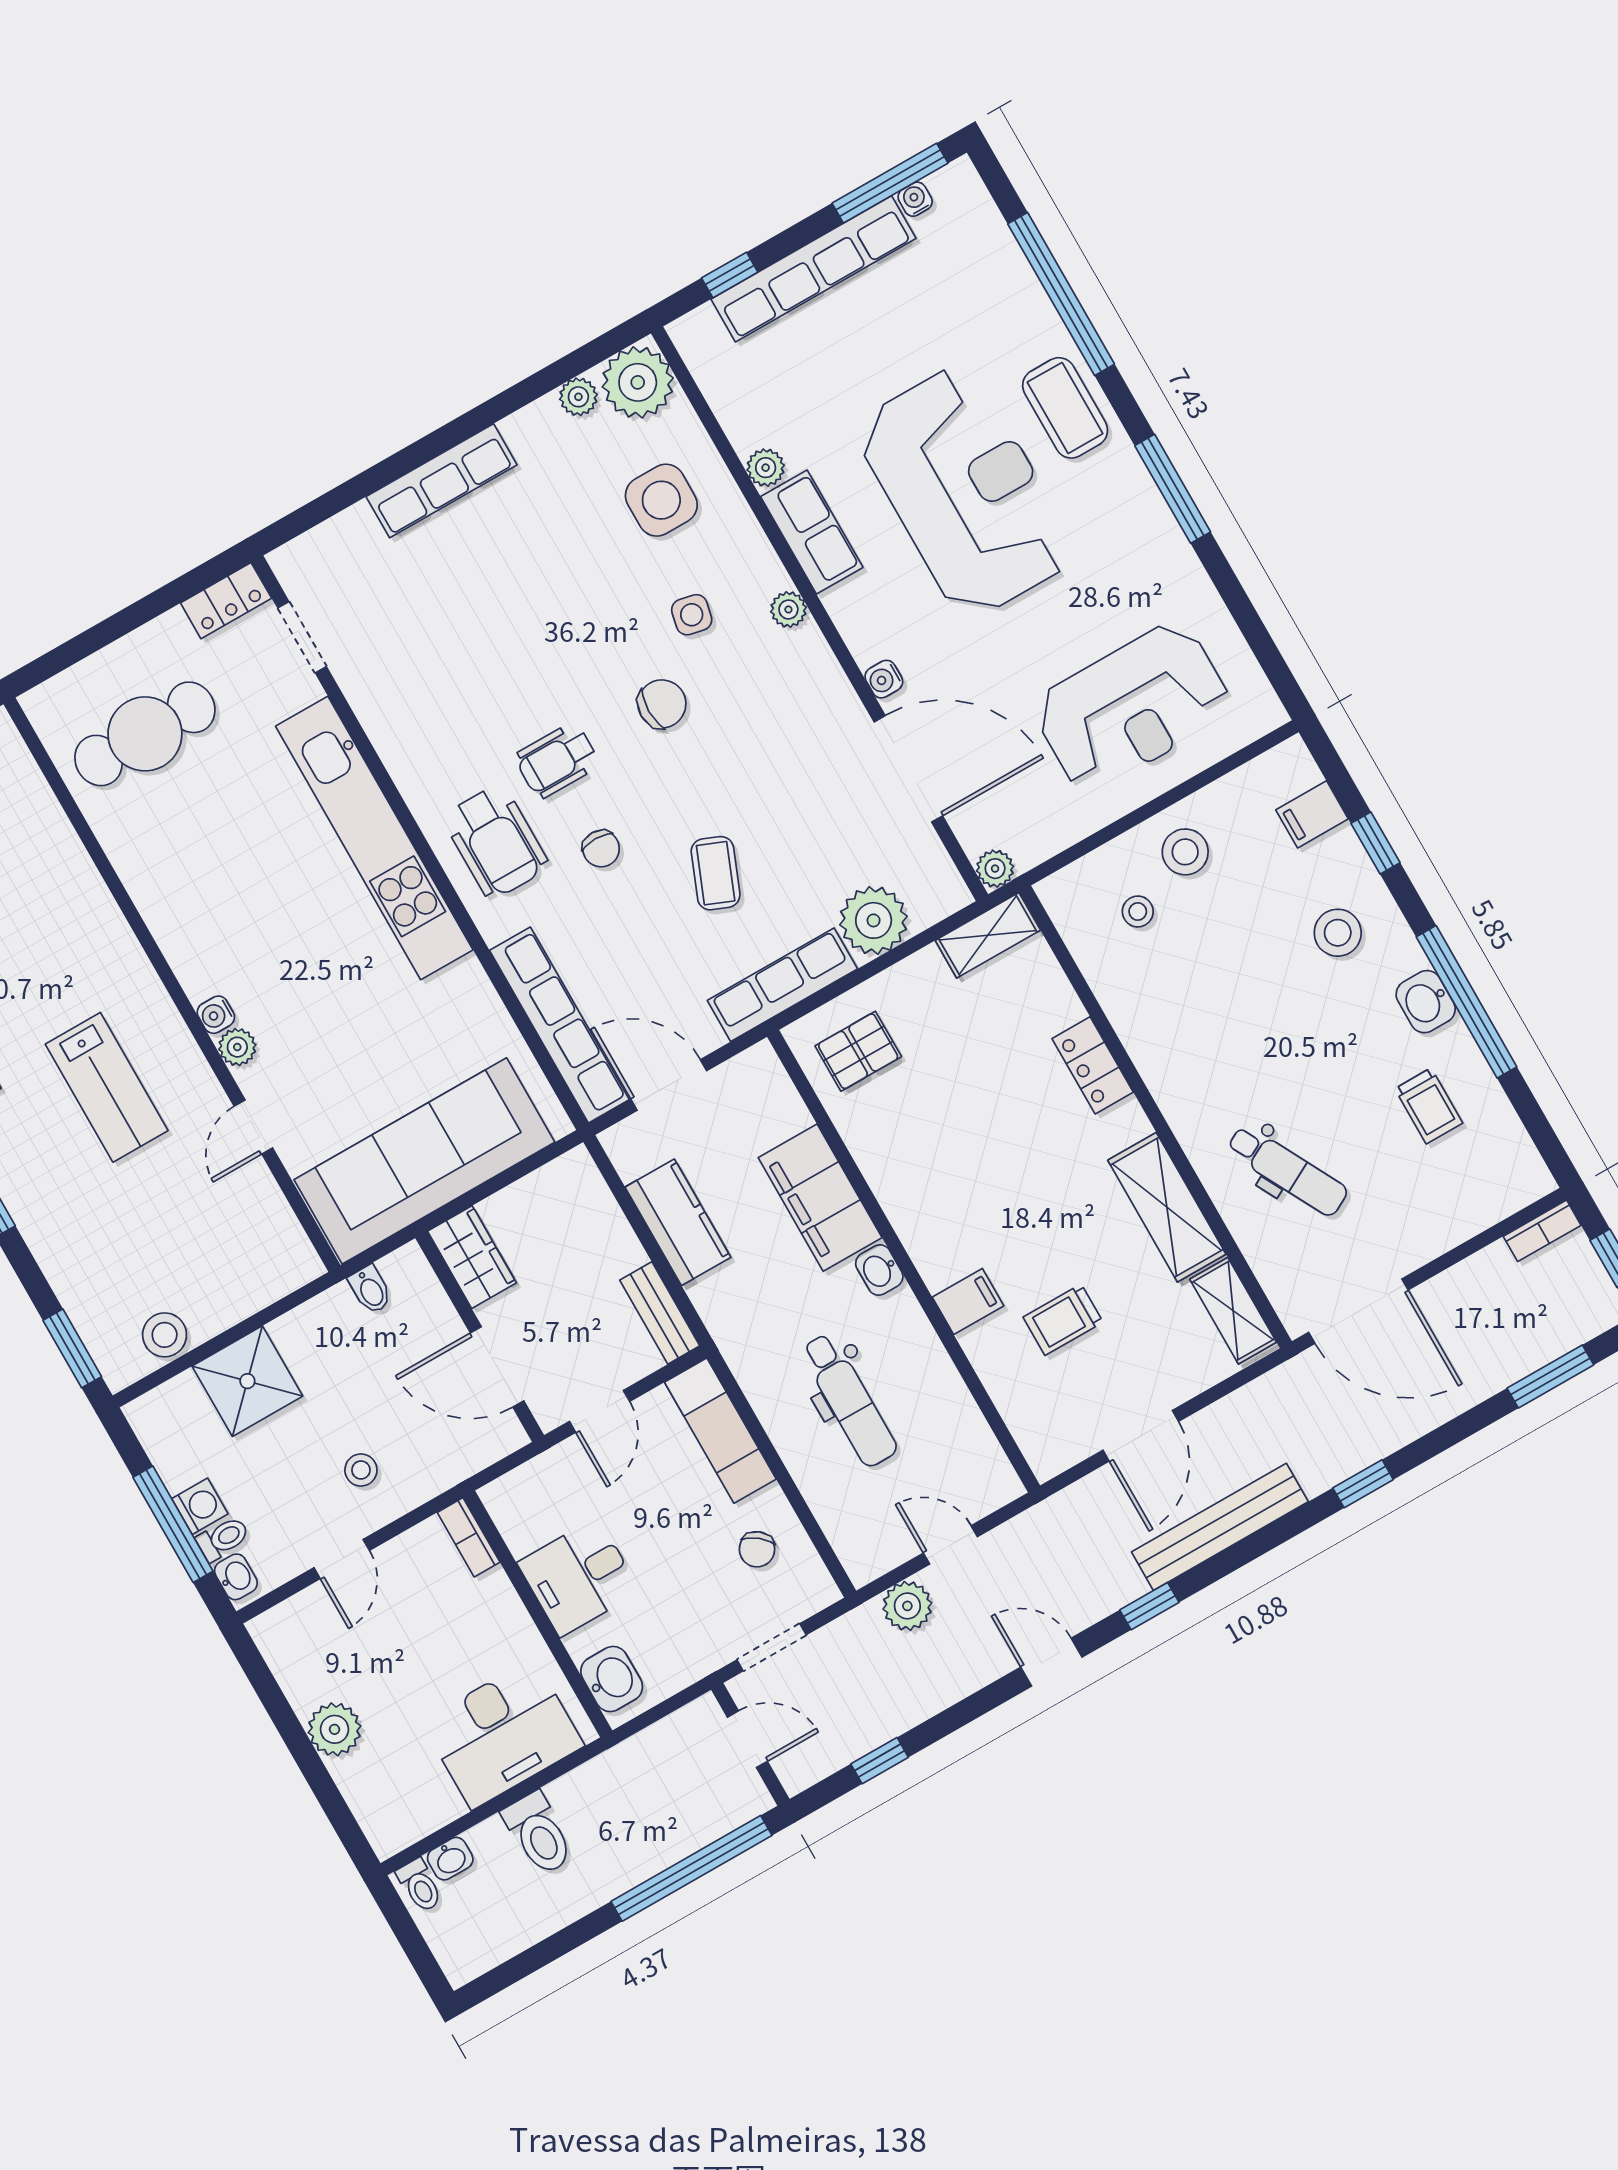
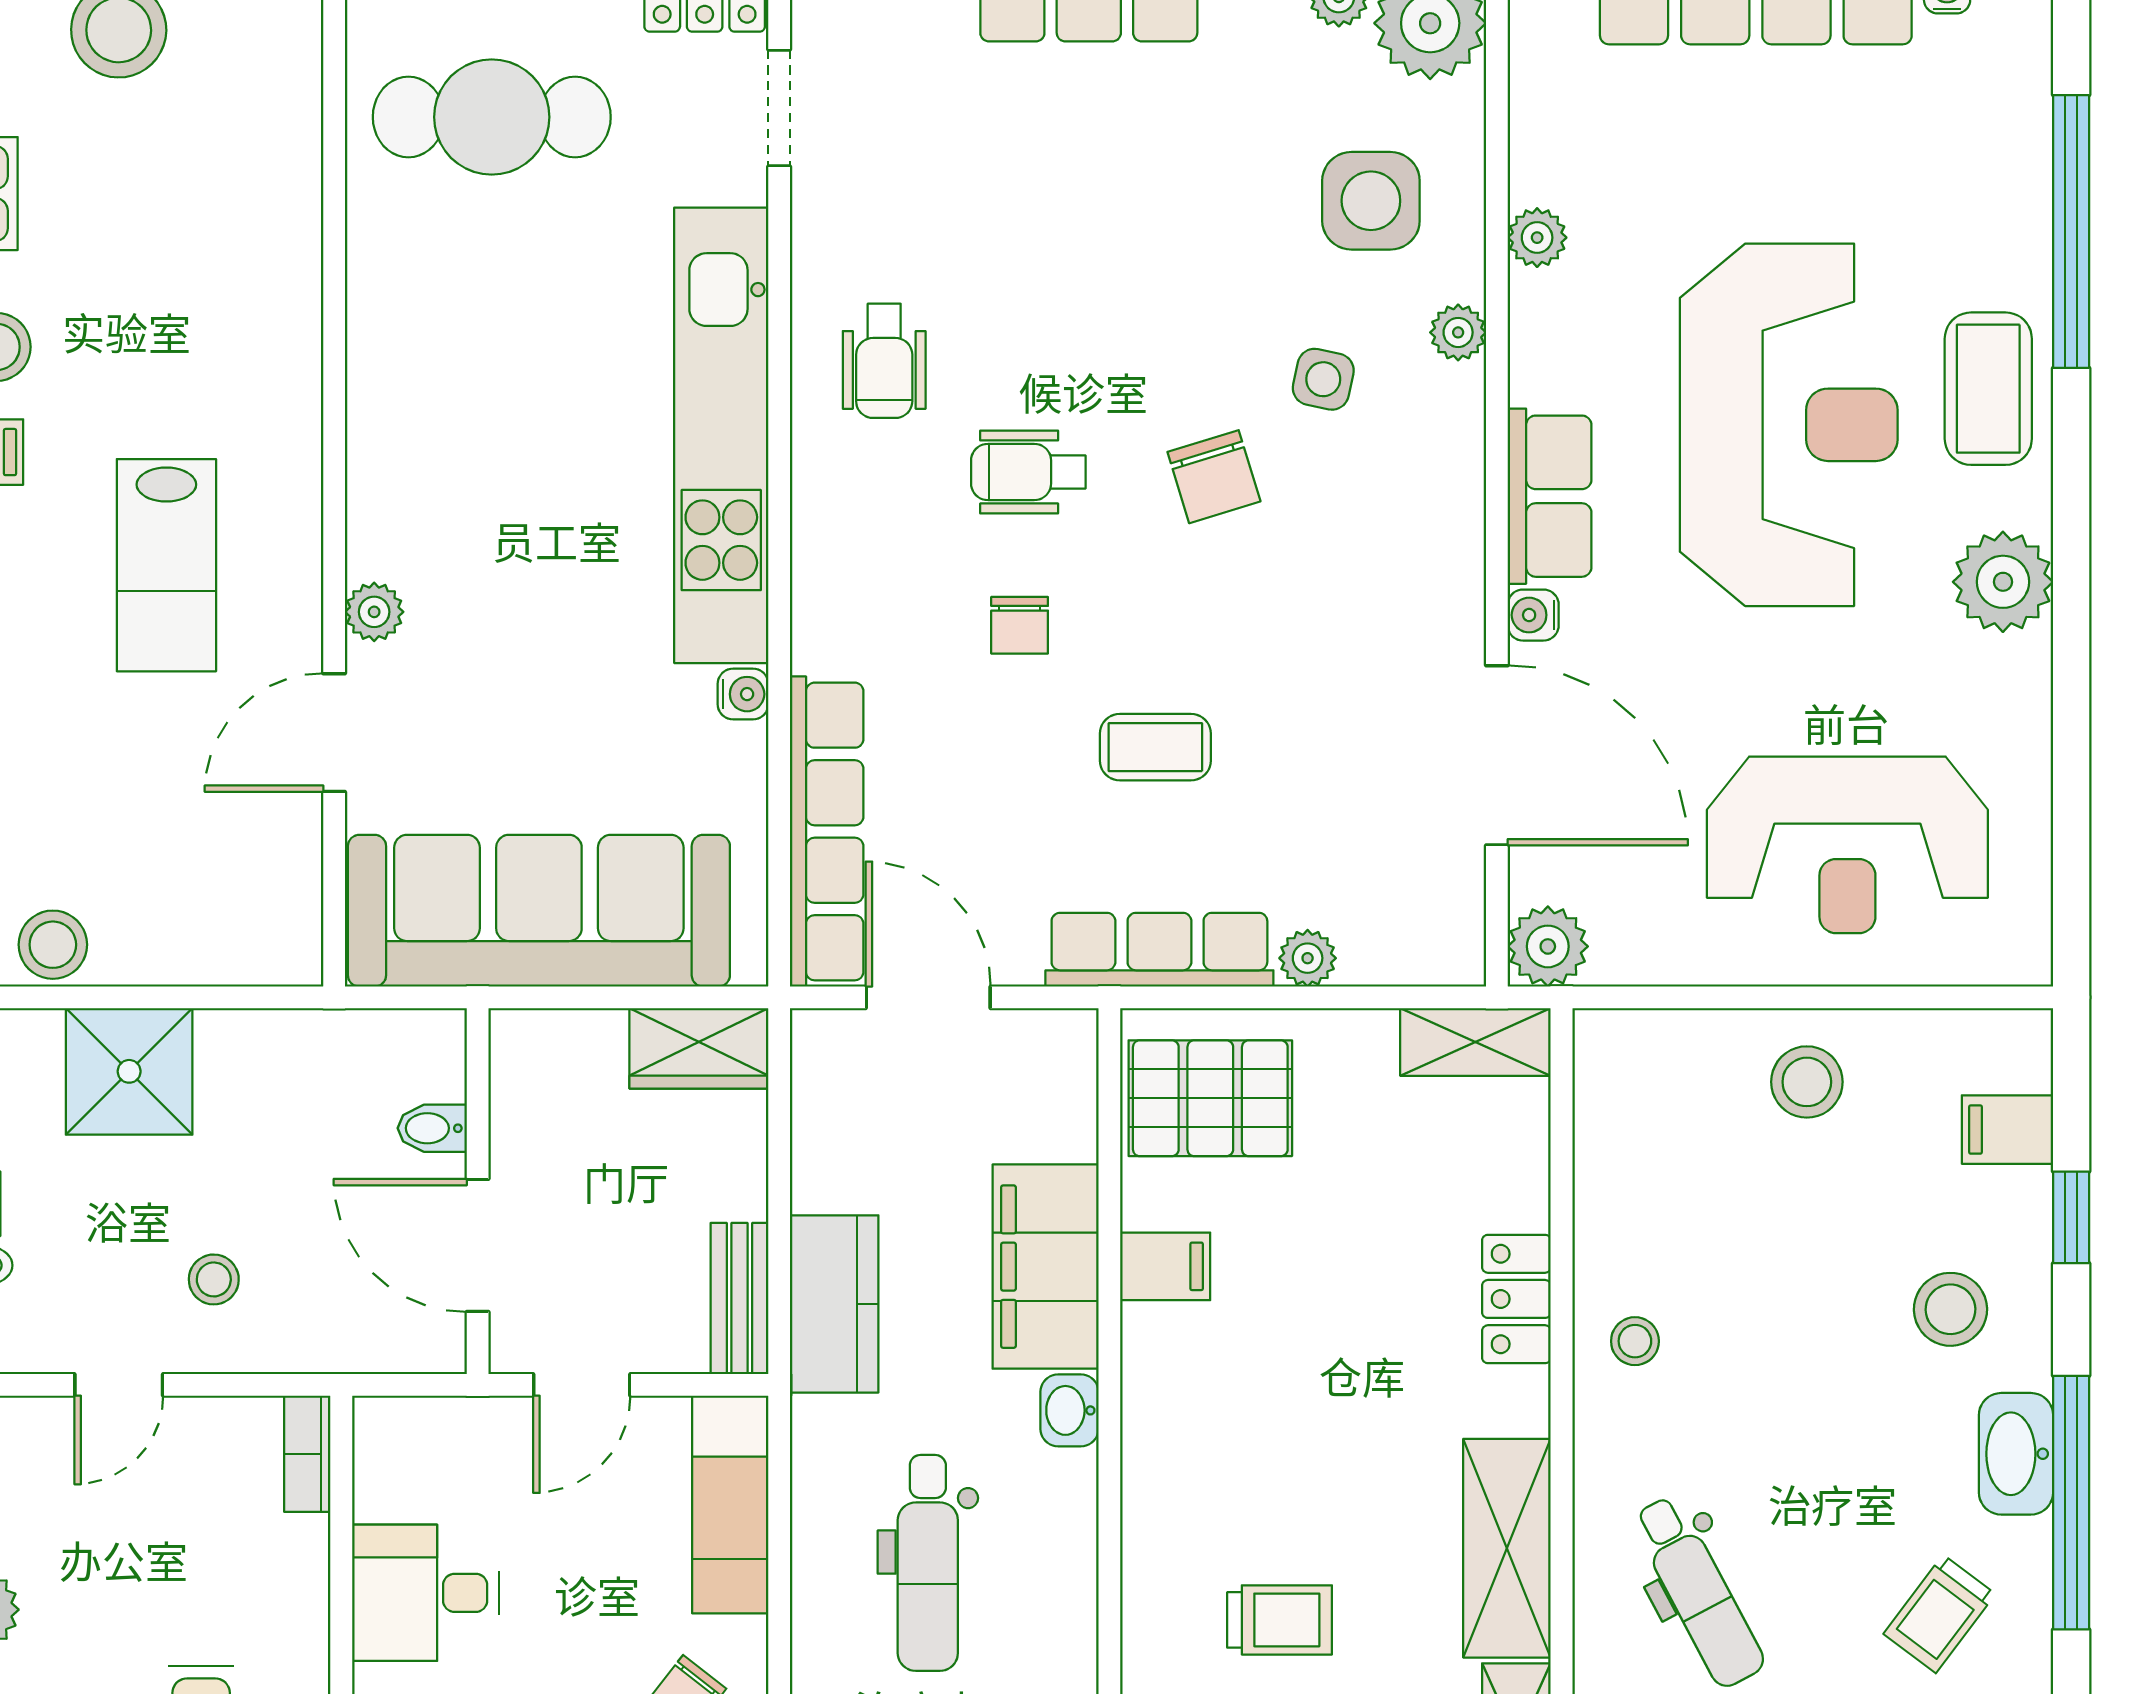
window: (1173, 489) -> (2071, 581), removed
plant: (1135, 511) -> (2003, 582), added
row of seats: (812, 532) -> (1550, 496), moved
plant: (788, 609) -> (1458, 332), moved
chair: (662, 704) -> (1214, 477), turned 73
wheelchair: (496, 842) -> (884, 361), moved, width x0.73, depth x0.73
plant: (995, 869) -> (1548, 946), width x1.38, depth x1.38
coffee table: (716, 873) -> (1155, 747), turned 68
stool: (1138, 911) -> (1635, 1341), moved
plant: (874, 920) -> (1308, 958), width x0.53, depth x0.53
washbasin: (1426, 1002) -> (2016, 1454), width x1.38
water cooler: (216, 1015) -> (743, 694), moved, turned 180
pallet: (858, 1051) -> (1210, 1098), width x1.50, depth x1.42
trolley: (1429, 1106) -> (1939, 1614), turned 37
door: (253, 1127) -> (334, 733), width x1.37
kitchen counter: (678, 1222) -> (834, 1304), moved
wardrobe: (472, 1257) -> (699, 1048), moved, turned 90
bidet: (370, 1290) -> (432, 1128), moved, turned 90
filing cabinet: (968, 1302) -> (1165, 1266), moved
trolley: (1063, 1320) -> (1280, 1620), turned 180

